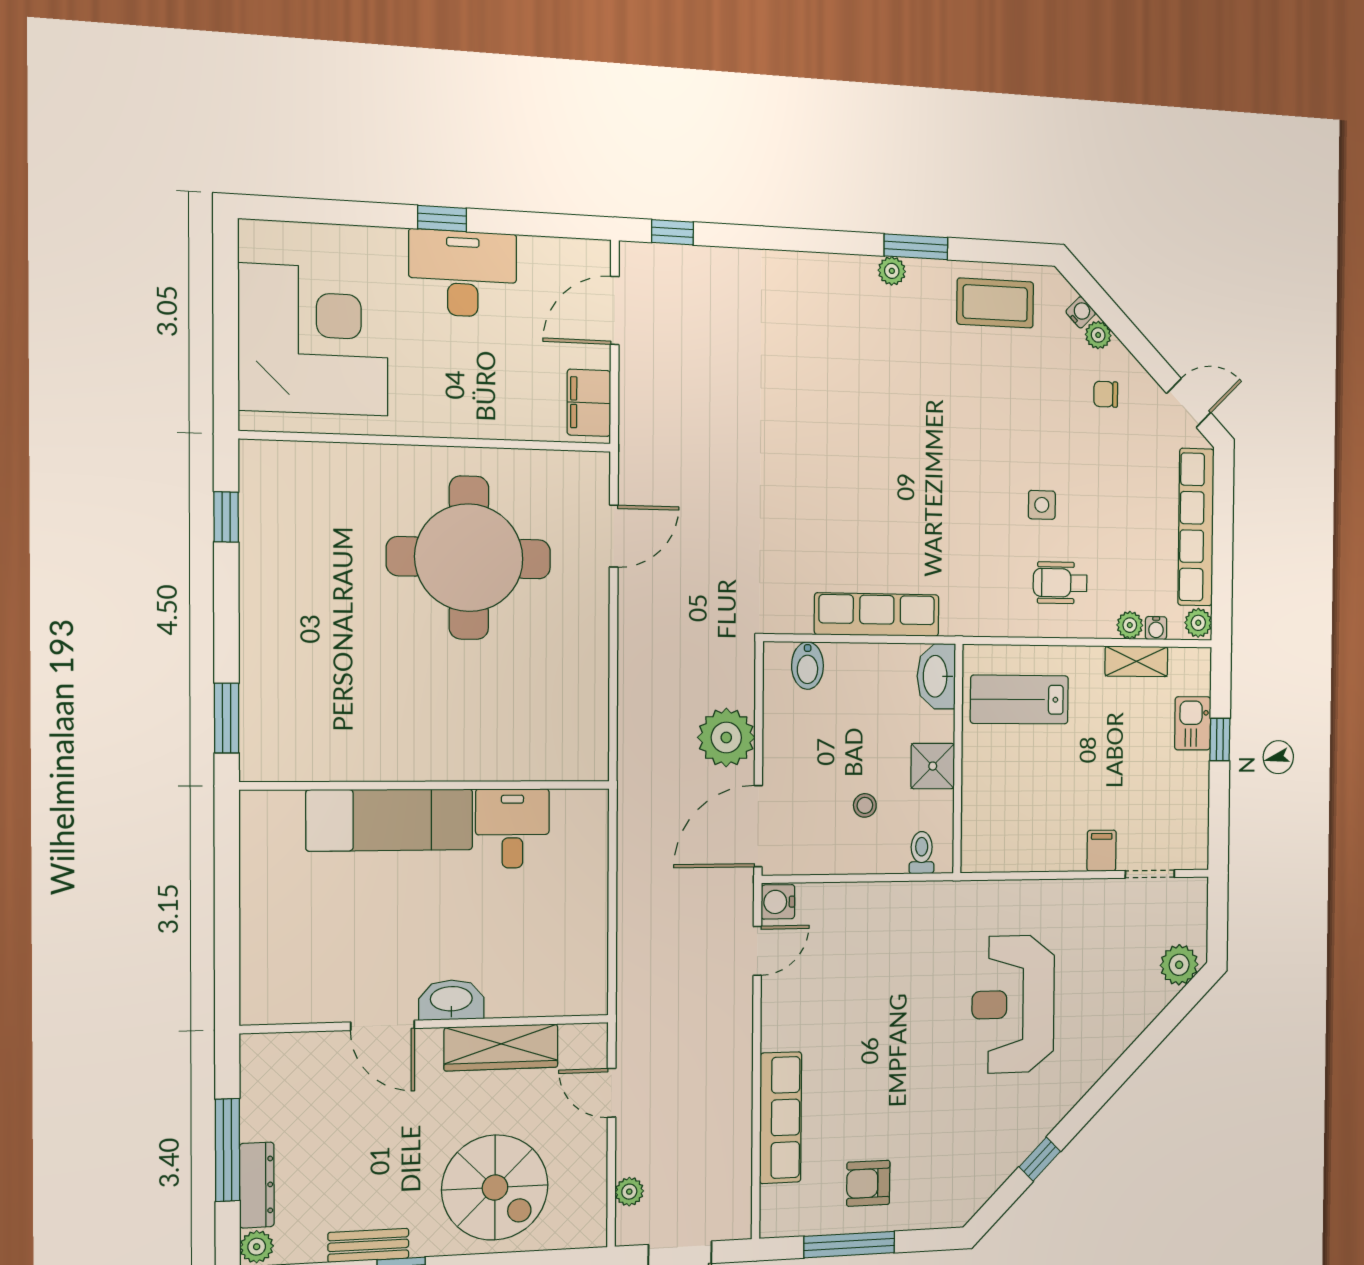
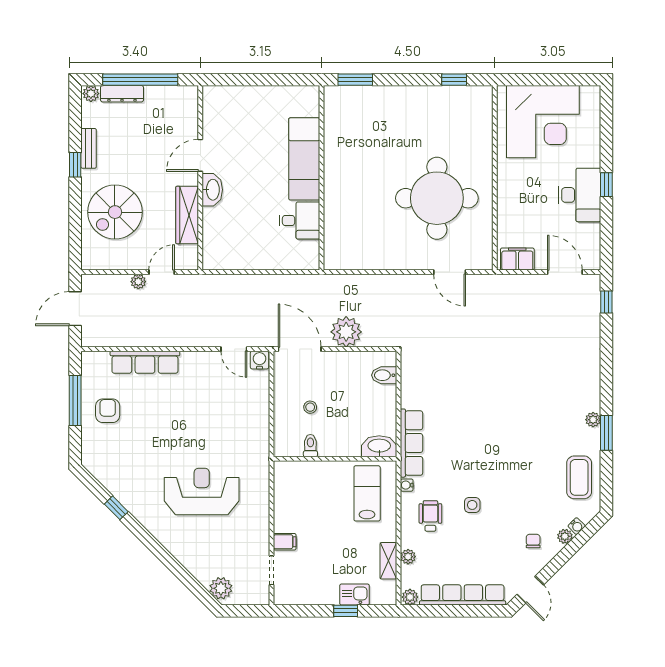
row of seats: (877, 615) -> (412, 443), moved
water cooler: (1156, 628) -> (407, 485), moved
shower: (933, 766) -> (331, 445), removed
toilet: (922, 853) -> (310, 446), moved, turned -90
window: (227, 1150) -> (140, 80), width x1.46
plant: (629, 1192) -> (138, 282), moved

